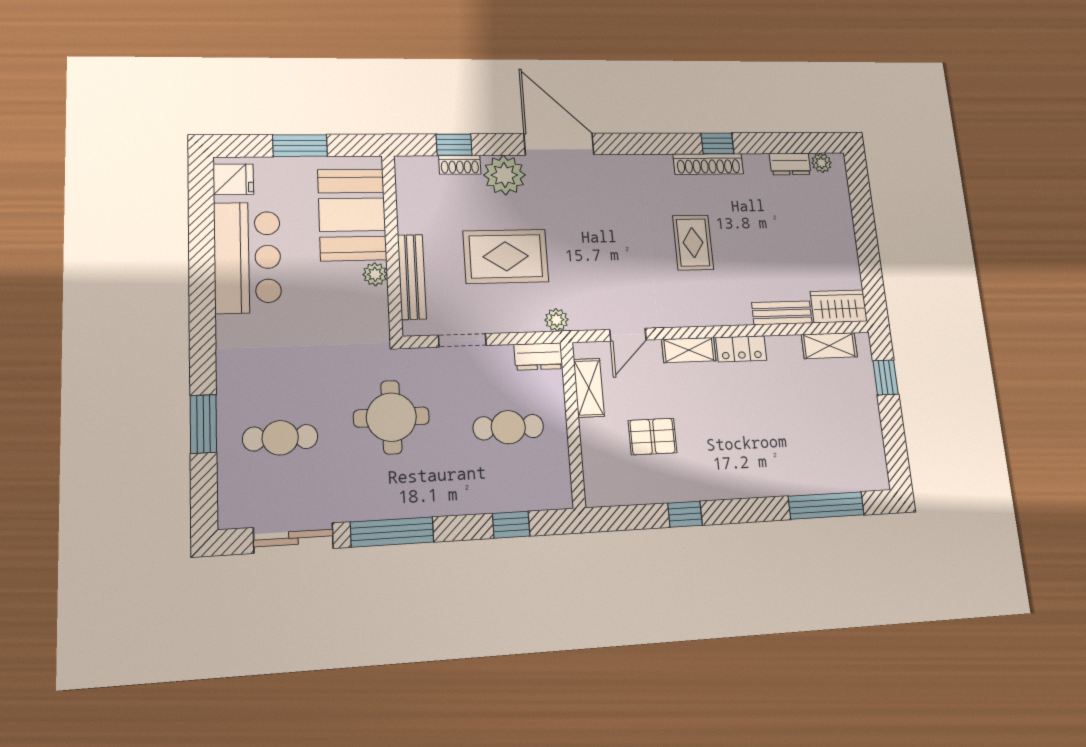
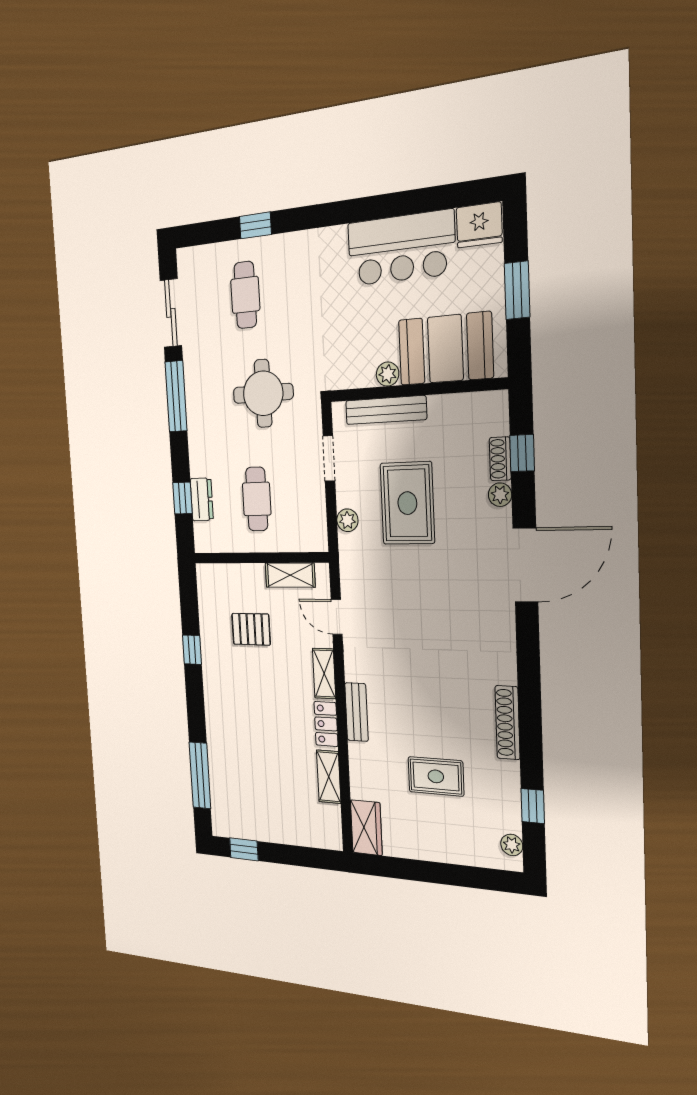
window: (717, 143) -> (533, 806), moved
dresser: (790, 164) -> (510, 811), removed
plant: (504, 175) -> (500, 495), width x0.53, depth x0.53
fridge: (233, 179) -> (479, 225), width x1.38
rug: (693, 243) -> (436, 776), moved
bench: (782, 313) -> (356, 712), moved
plant: (556, 320) -> (347, 520), moved
shelving: (829, 346) -> (329, 777), moved
dresser: (538, 356) -> (202, 499), moved, turned 180
window: (886, 377) -> (244, 849), moved
window: (203, 424) -> (255, 225), width x0.67
pallet: (653, 437) -> (251, 629), turned 90

